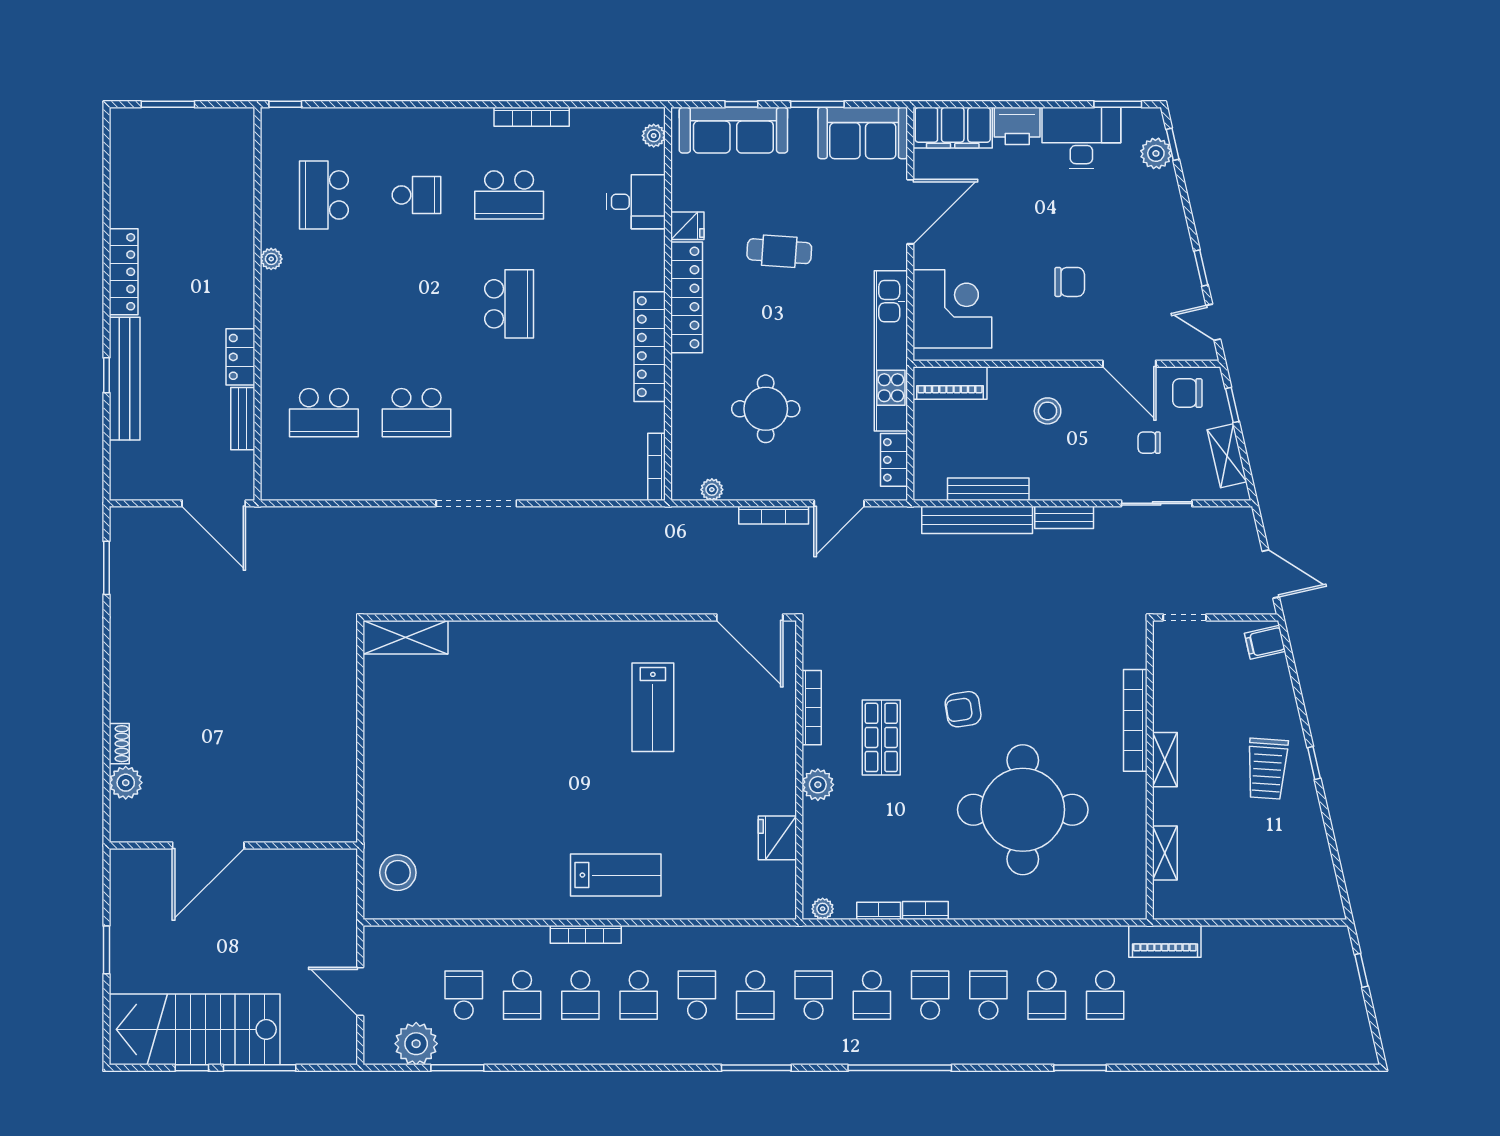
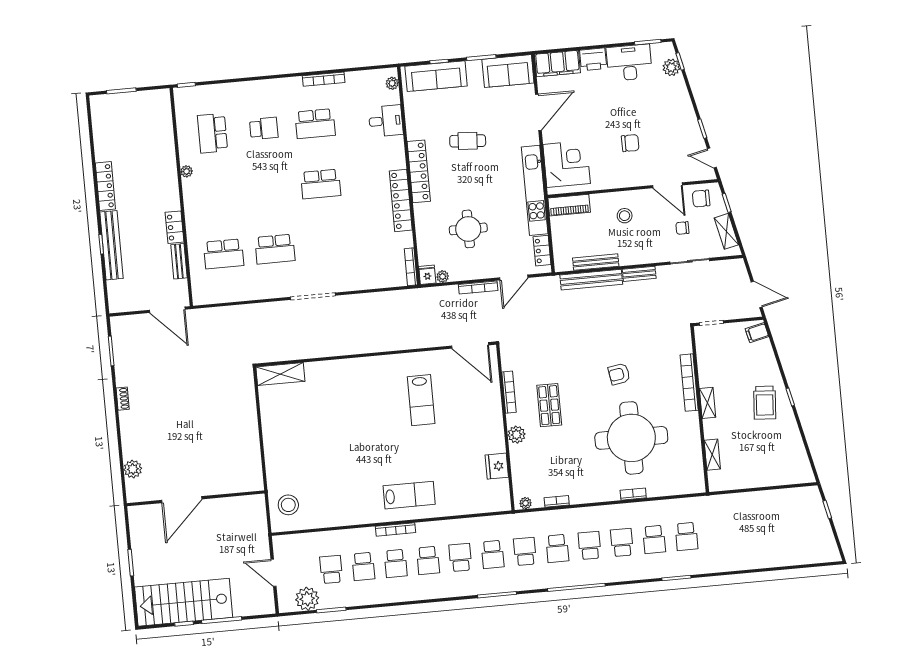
fridge: (687, 226) -> (427, 275), moved, turned -90
school desk: (509, 304) -> (321, 184), turned 90
armchair: (963, 709) -> (619, 374), moved
shoe rack: (119, 744) -> (123, 399), moved
bookcase: (925, 910) -> (633, 494), moved
piano: (1165, 941) -> (717, 504), removed

